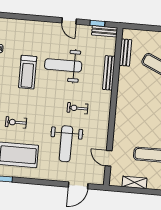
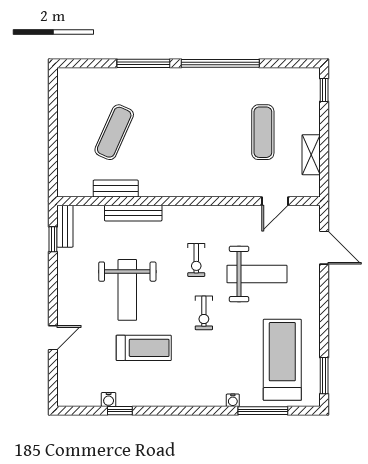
door: (69, 21) -> (53, 338), moved
bench: (125, 53) -> (116, 189), moved
exercise bike: (16, 122) -> (204, 313), moved

